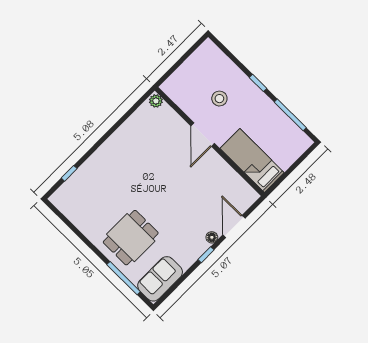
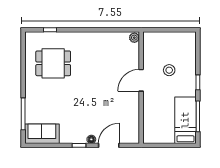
bed: (252, 161) -> (185, 120), moved
dining table: (131, 238) -> (53, 63), moved

